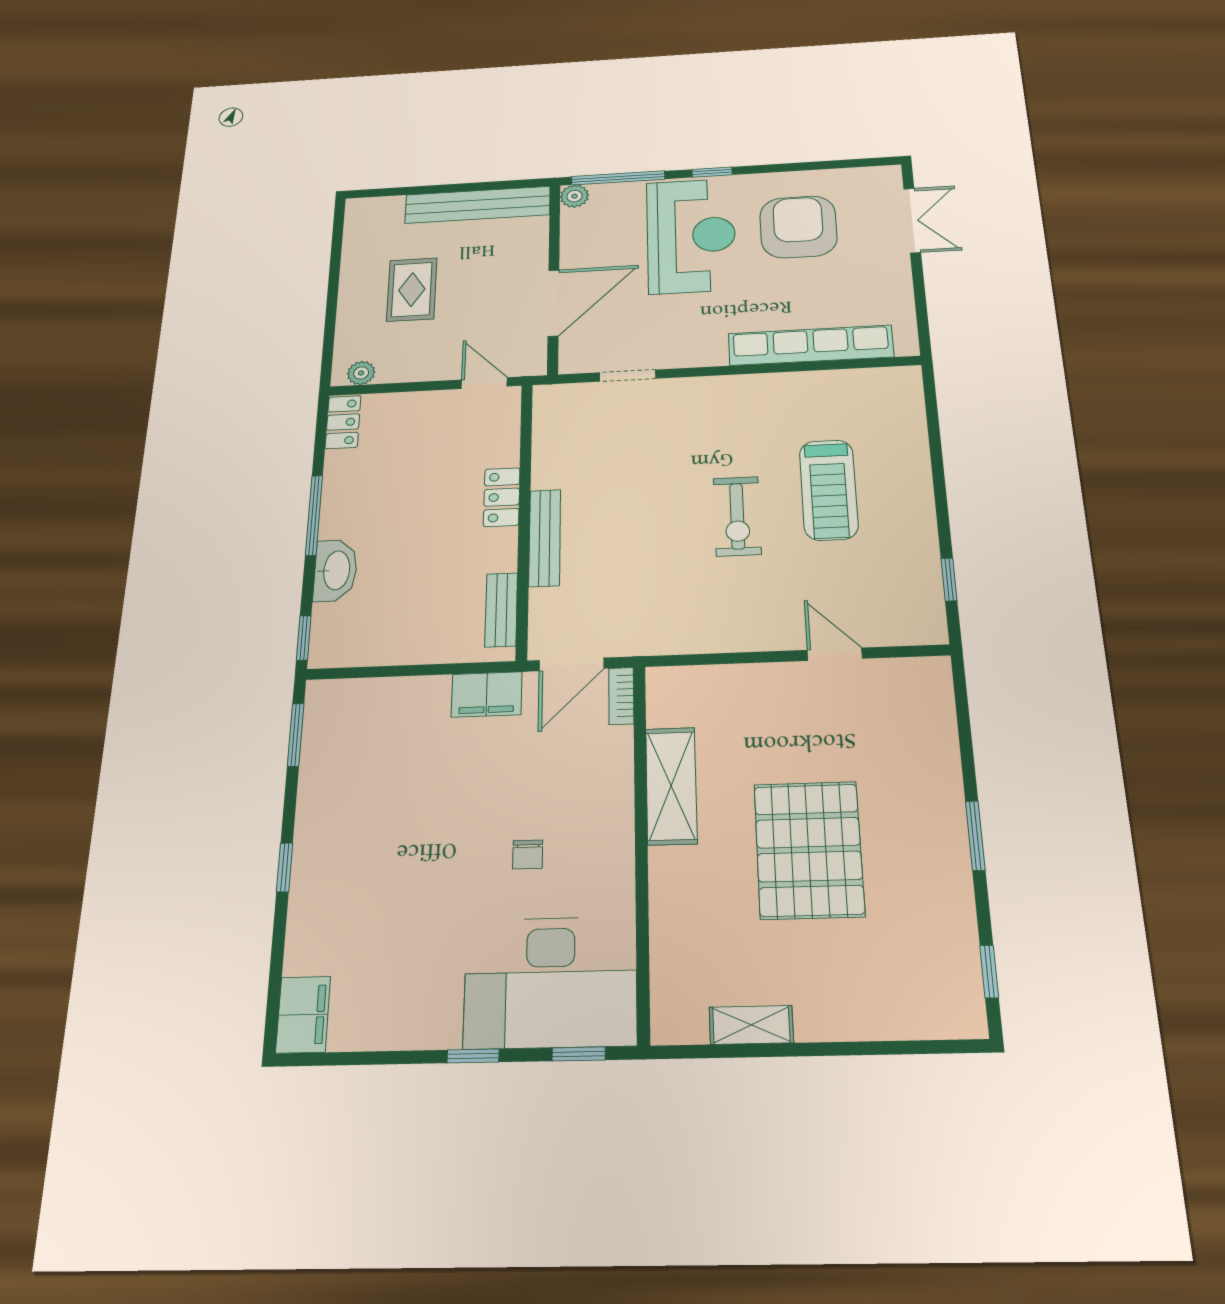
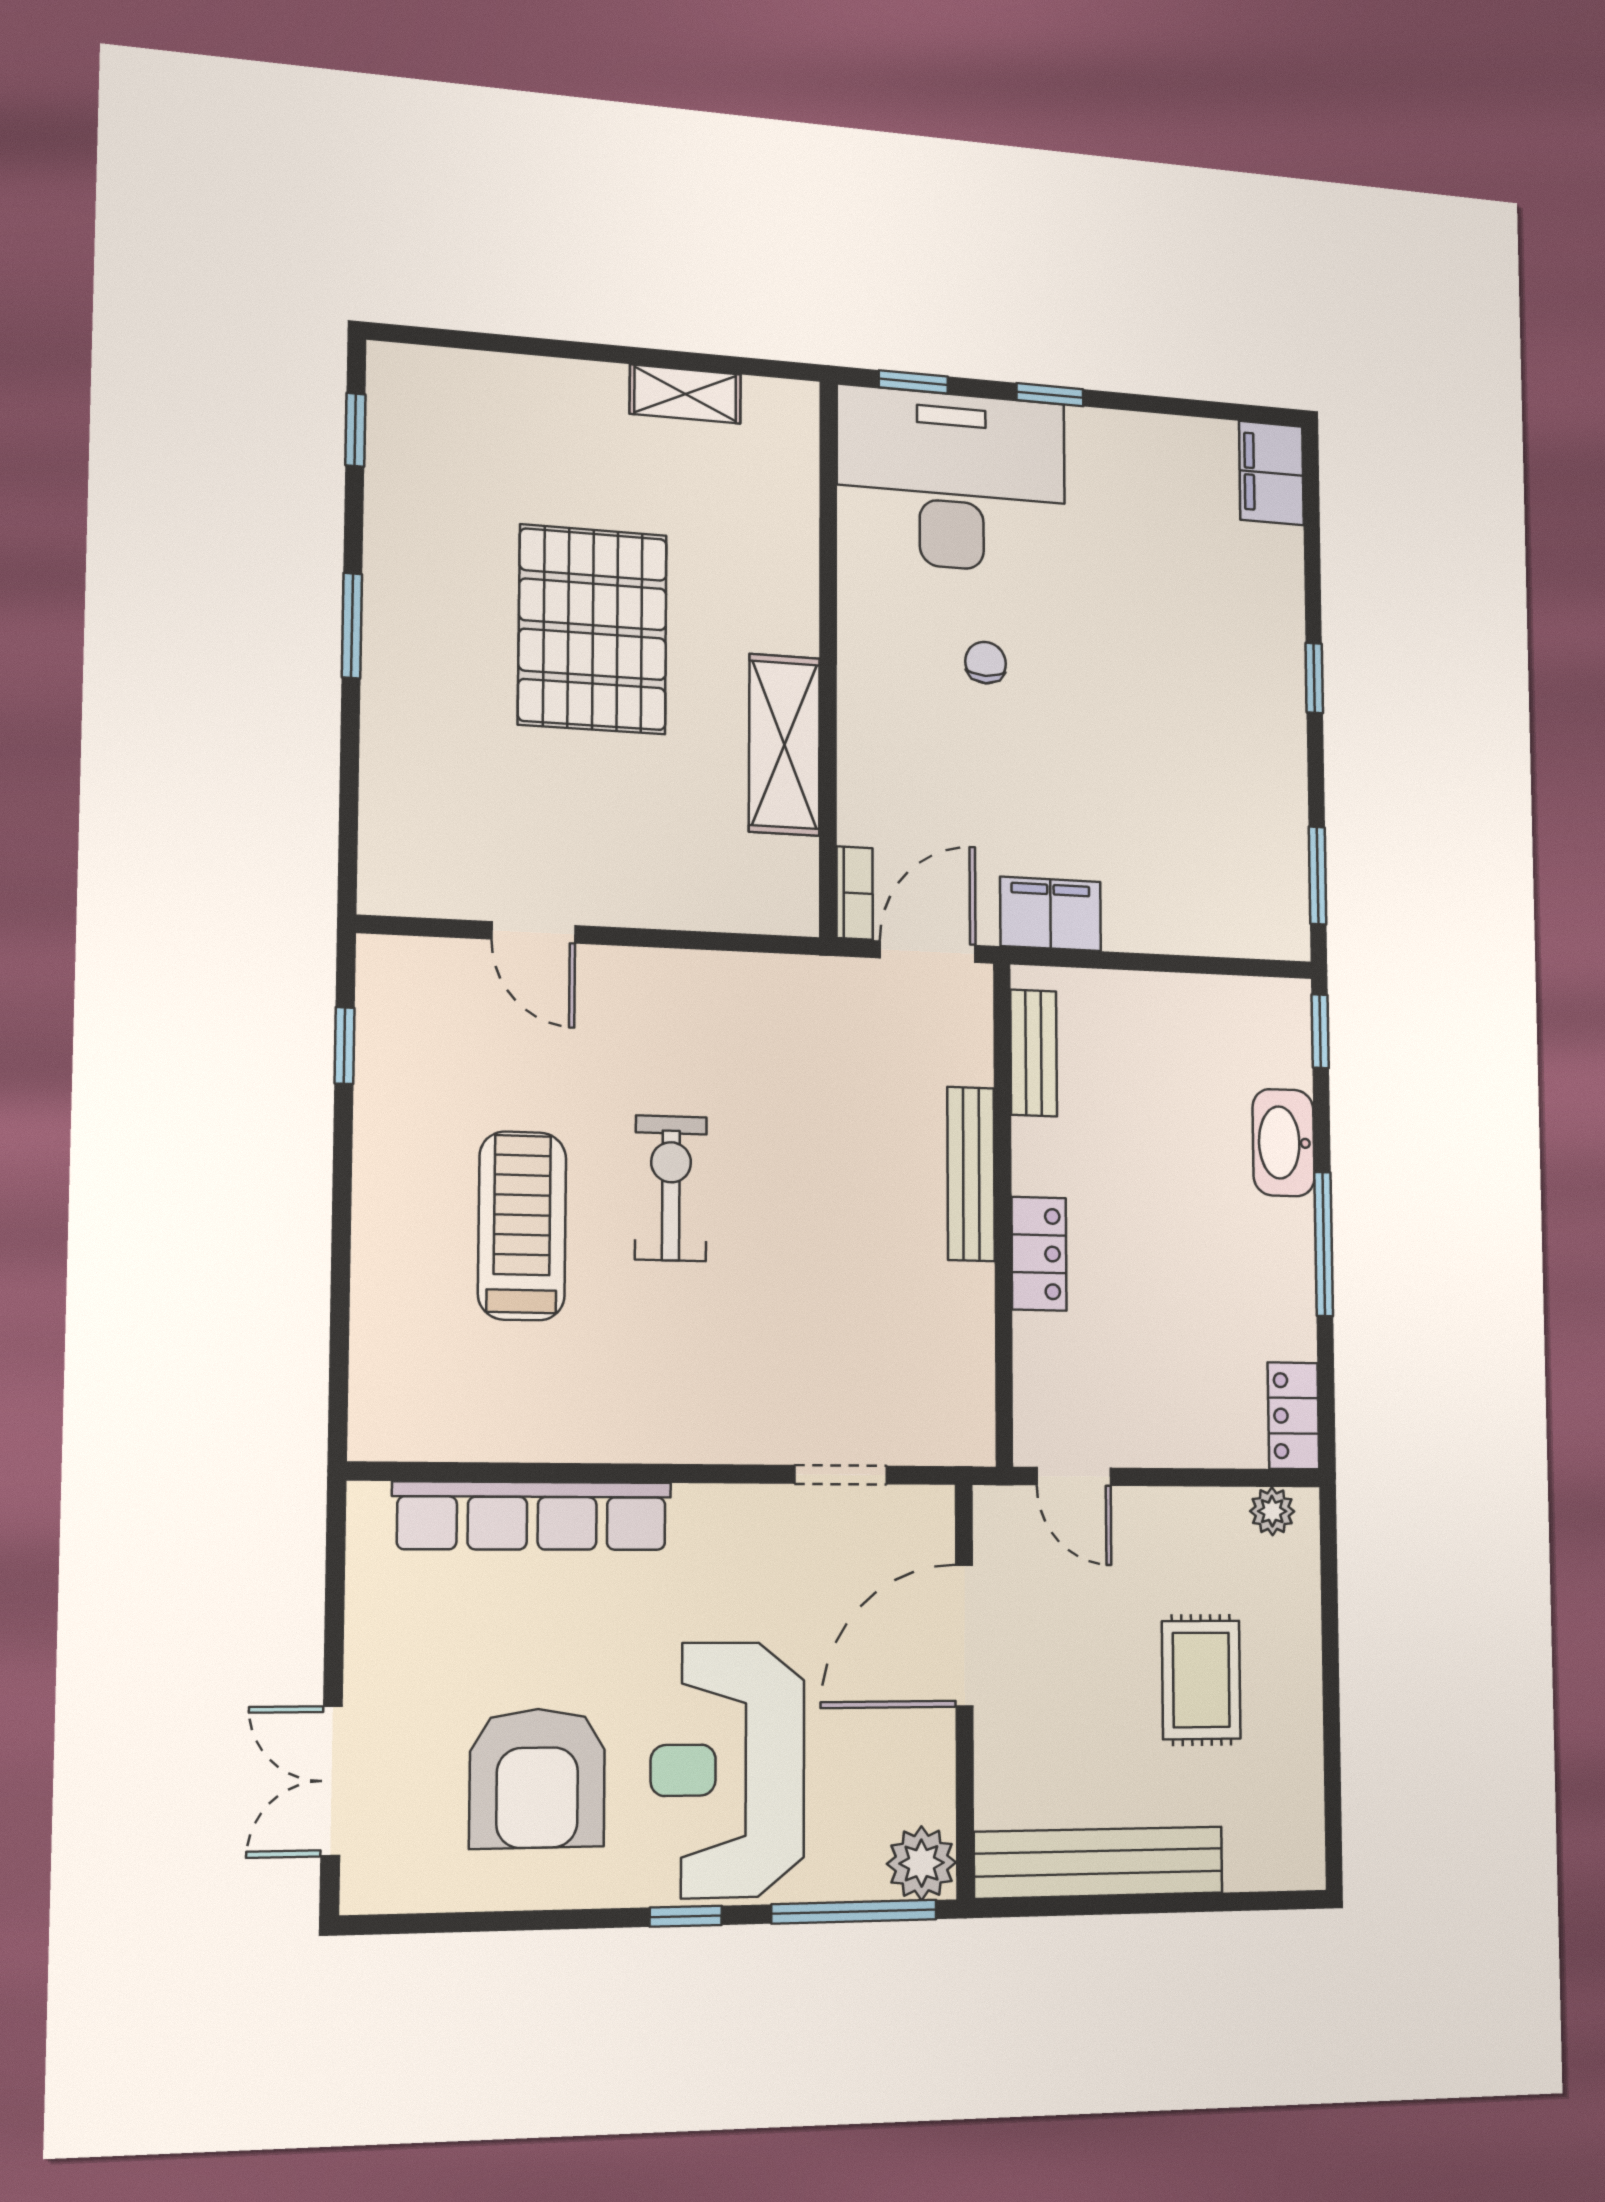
plant: (574, 196) -> (922, 1863), width x1.38, depth x1.38

